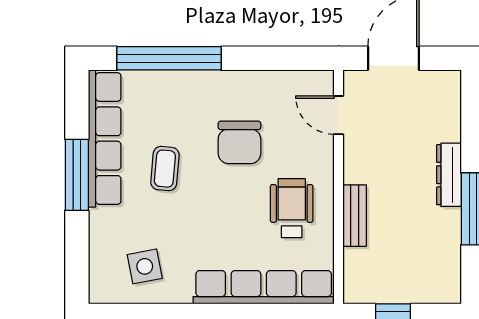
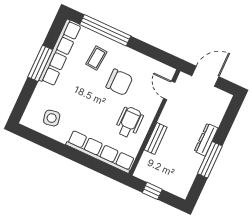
chair: (239, 142) -> (119, 82), turned -90
coffee table: (165, 169) -> (96, 58), moved

